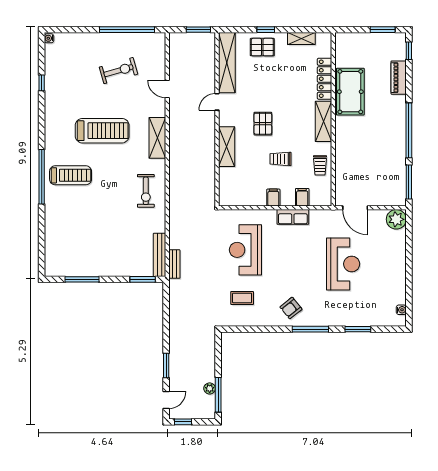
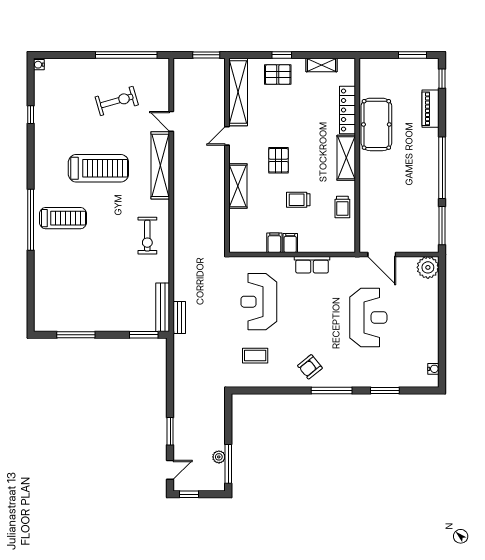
shelving: (157, 138) -> (160, 165), width x1.47
filing cabinet: (302, 197) -> (274, 243), moved

